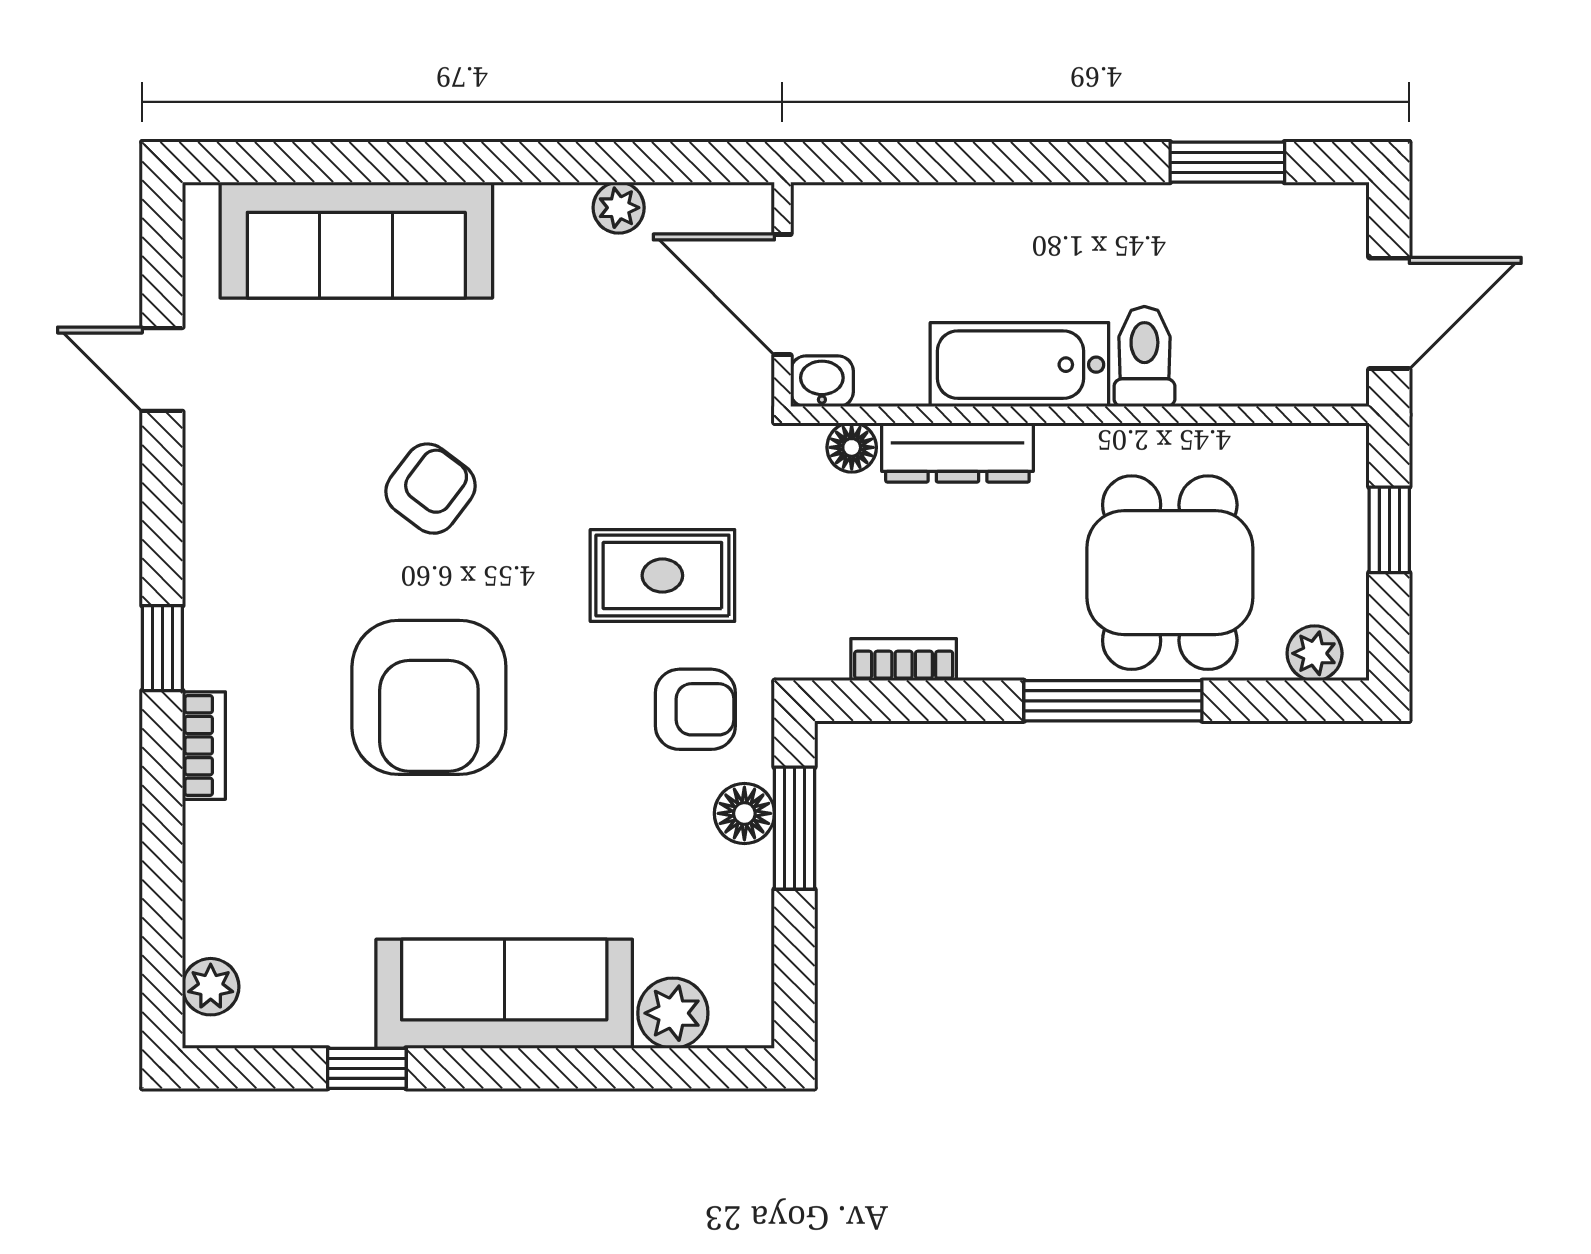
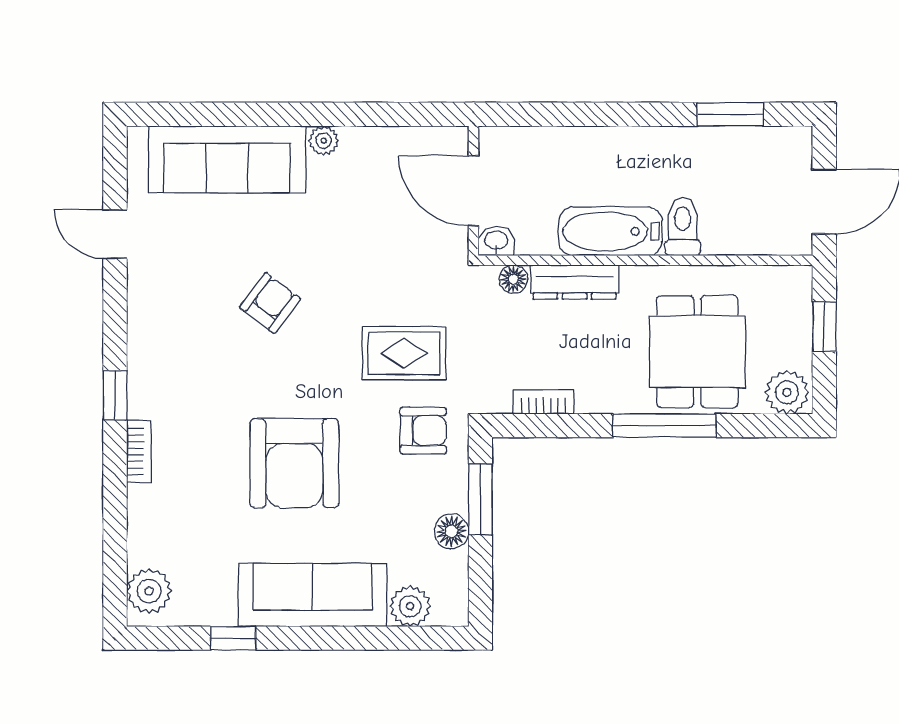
plant: (619, 208) -> (324, 141), moved
plant: (1315, 653) -> (787, 392), width x1.38, depth x1.38
armchair: (429, 697) -> (294, 463), moved
floor lamp: (744, 813) -> (451, 531), moved
plant: (211, 987) -> (149, 591), width x1.38, depth x1.38

